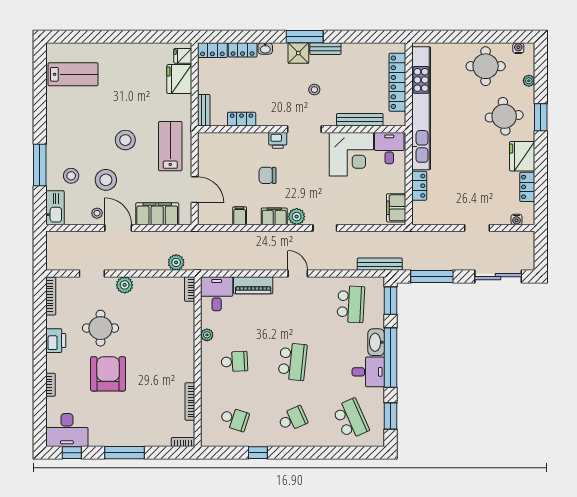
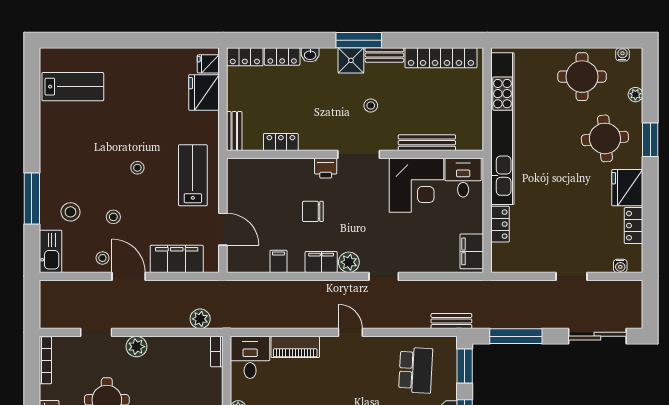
locker: (397, 82) -> (441, 58), moved, turned -90
stool: (125, 140) -> (137, 168), width x0.53, depth x0.53
stool: (106, 180) -> (113, 217), width x0.53, depth x0.53
bench: (380, 264) -> (451, 321), width x0.73

